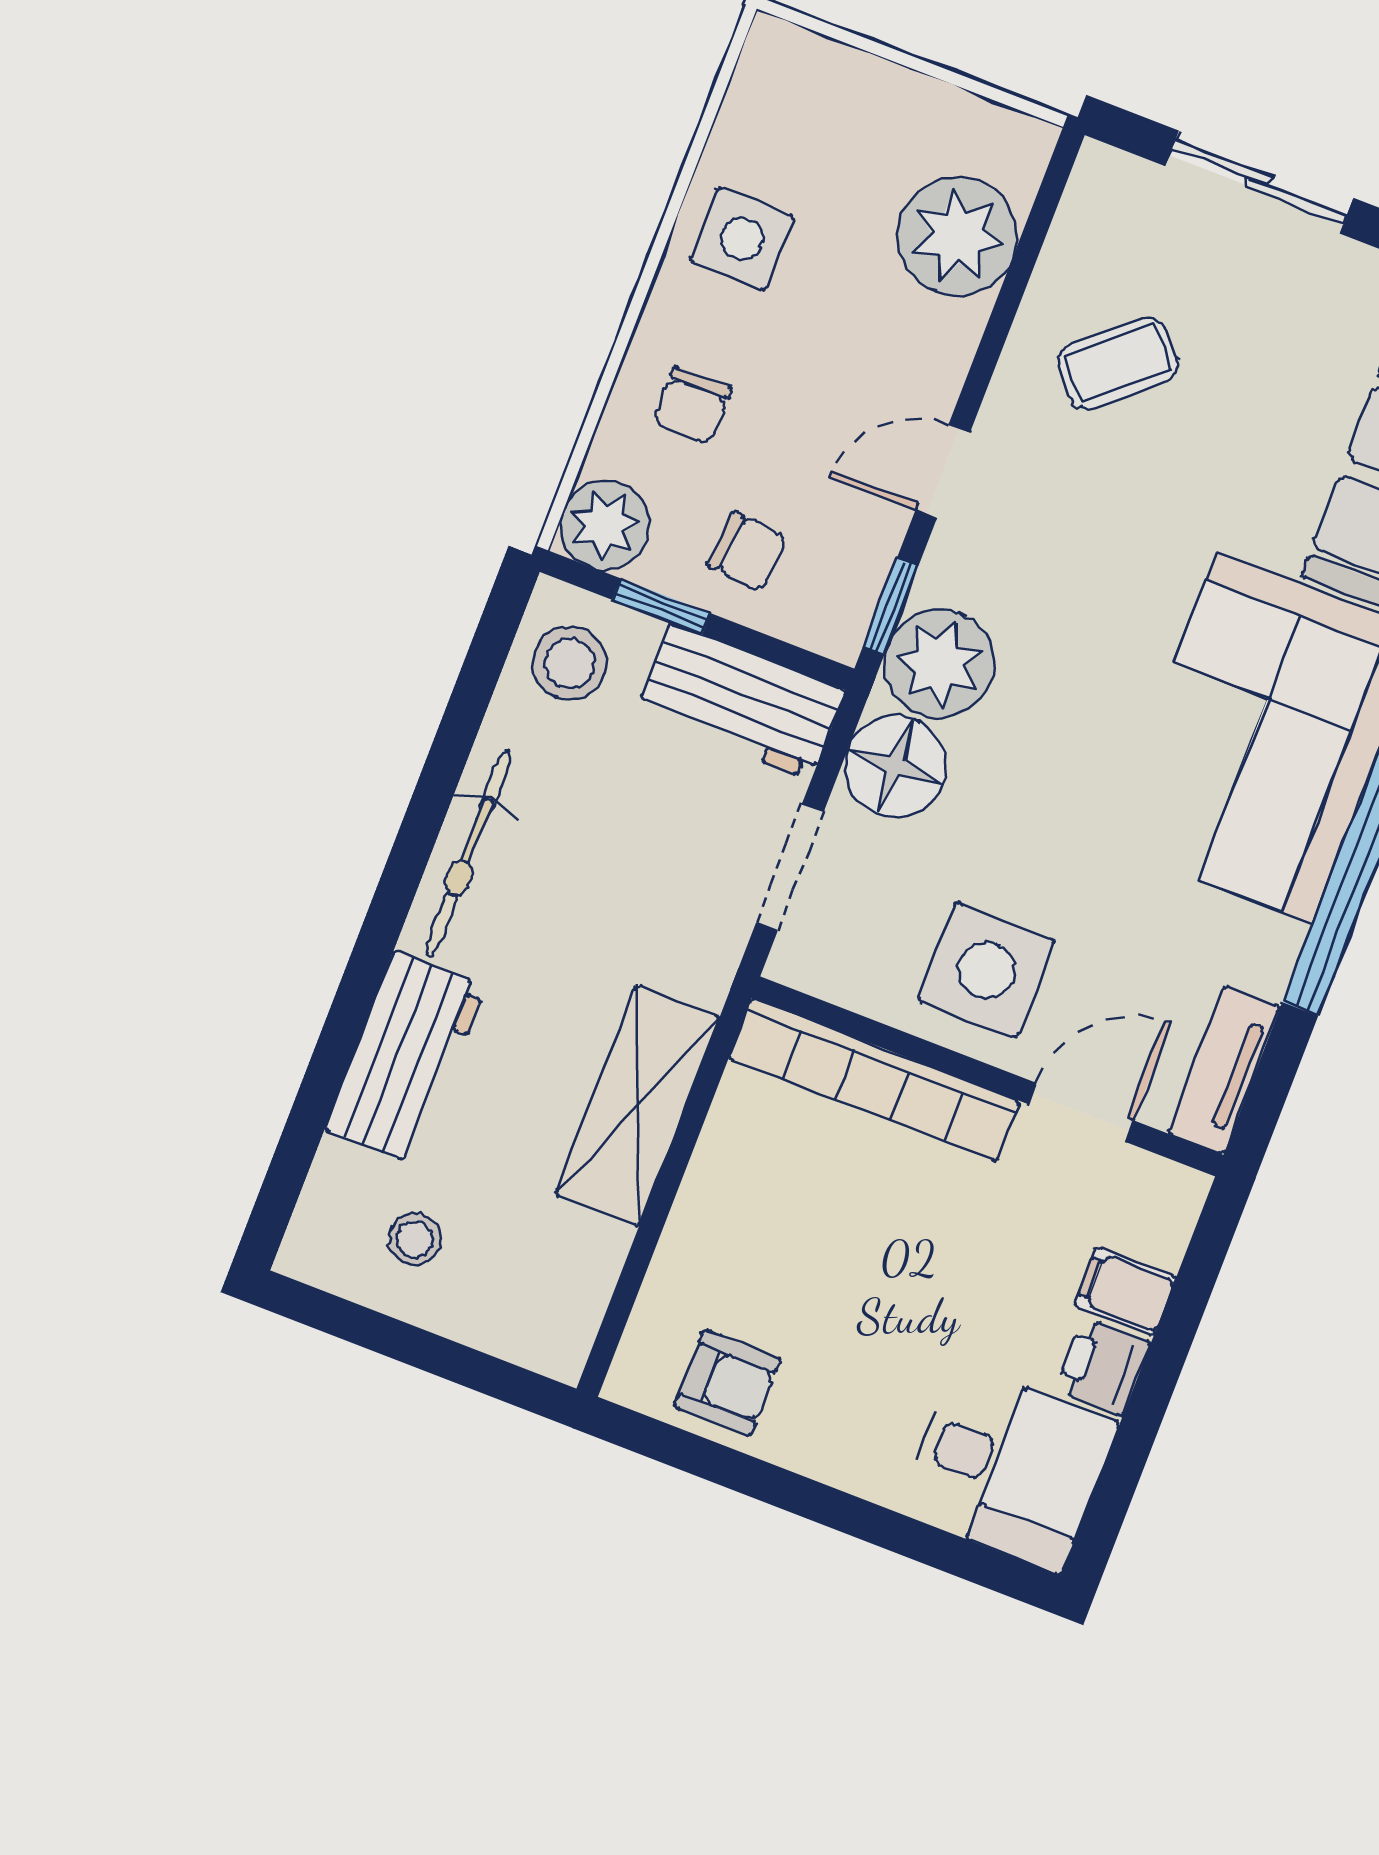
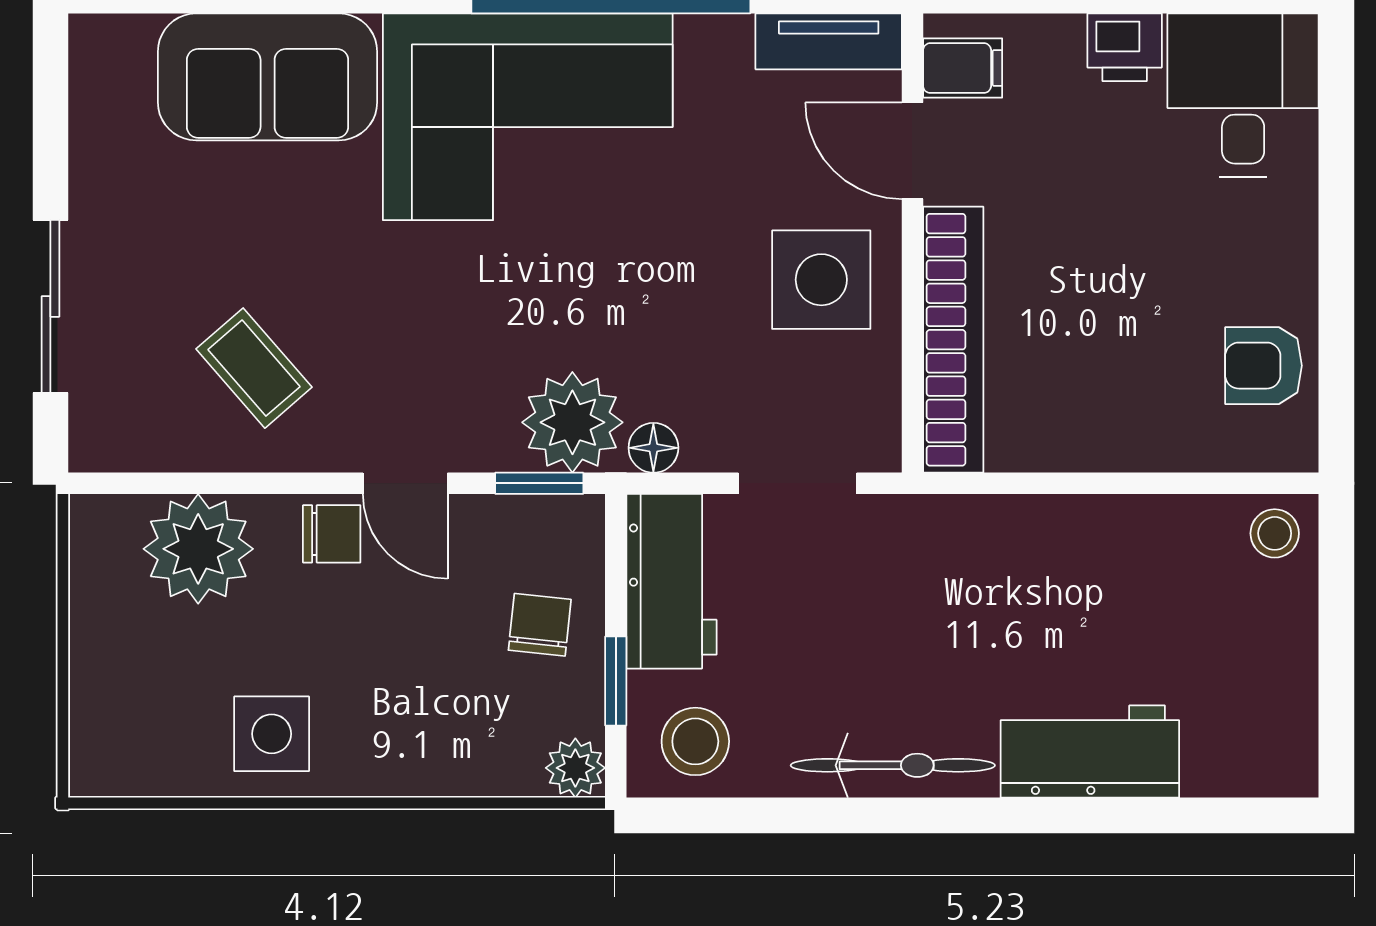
chair: (692, 406) -> (332, 534), moved
plant: (605, 525) -> (575, 768), width x0.73, depth x0.73
floor lamp: (896, 766) -> (653, 448), width x0.53, depth x0.53
shelving: (637, 1106) -> (1054, 535), removed
stool: (415, 1239) -> (1275, 533), moved
filing cabinet: (1125, 1291) -> (963, 68), moved, turned -90
armchair: (727, 1383) -> (1264, 366), turned -90

